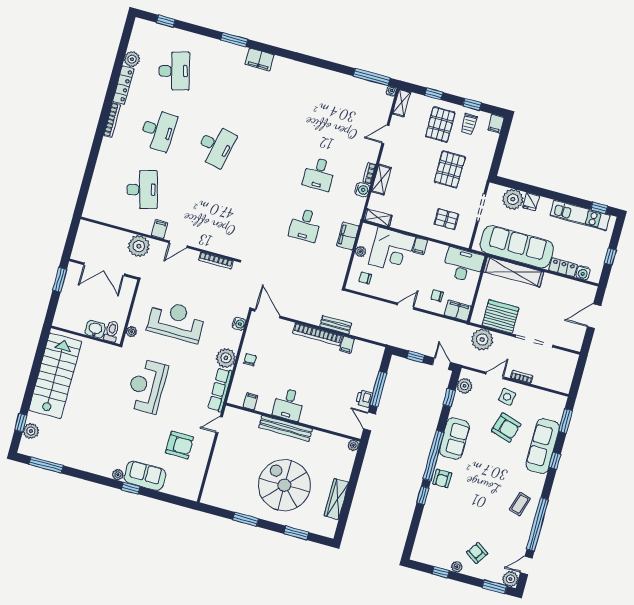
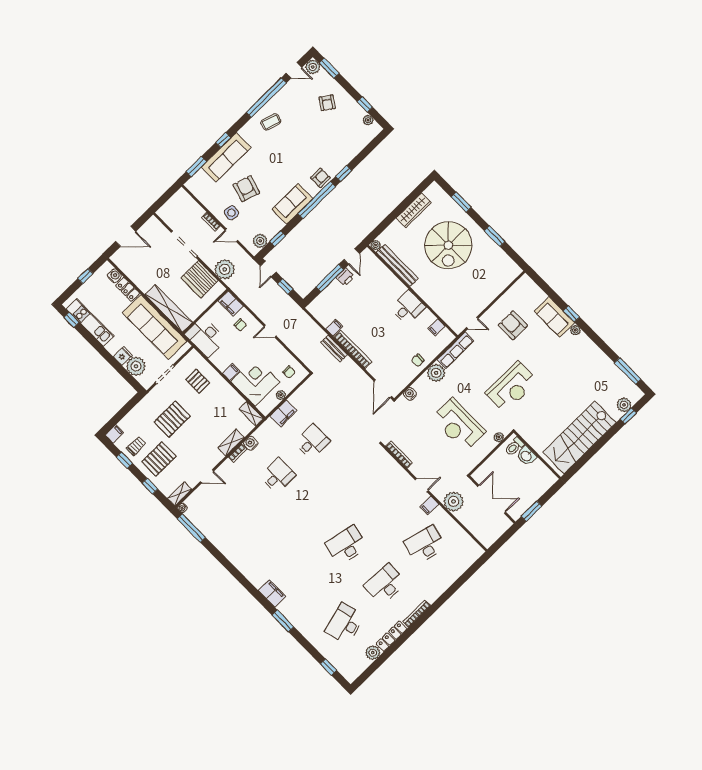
desk: (142, 190) -> (425, 545), turned 30
bench: (286, 428) -> (397, 265), moved
plant: (457, 567) -> (368, 120), moved

